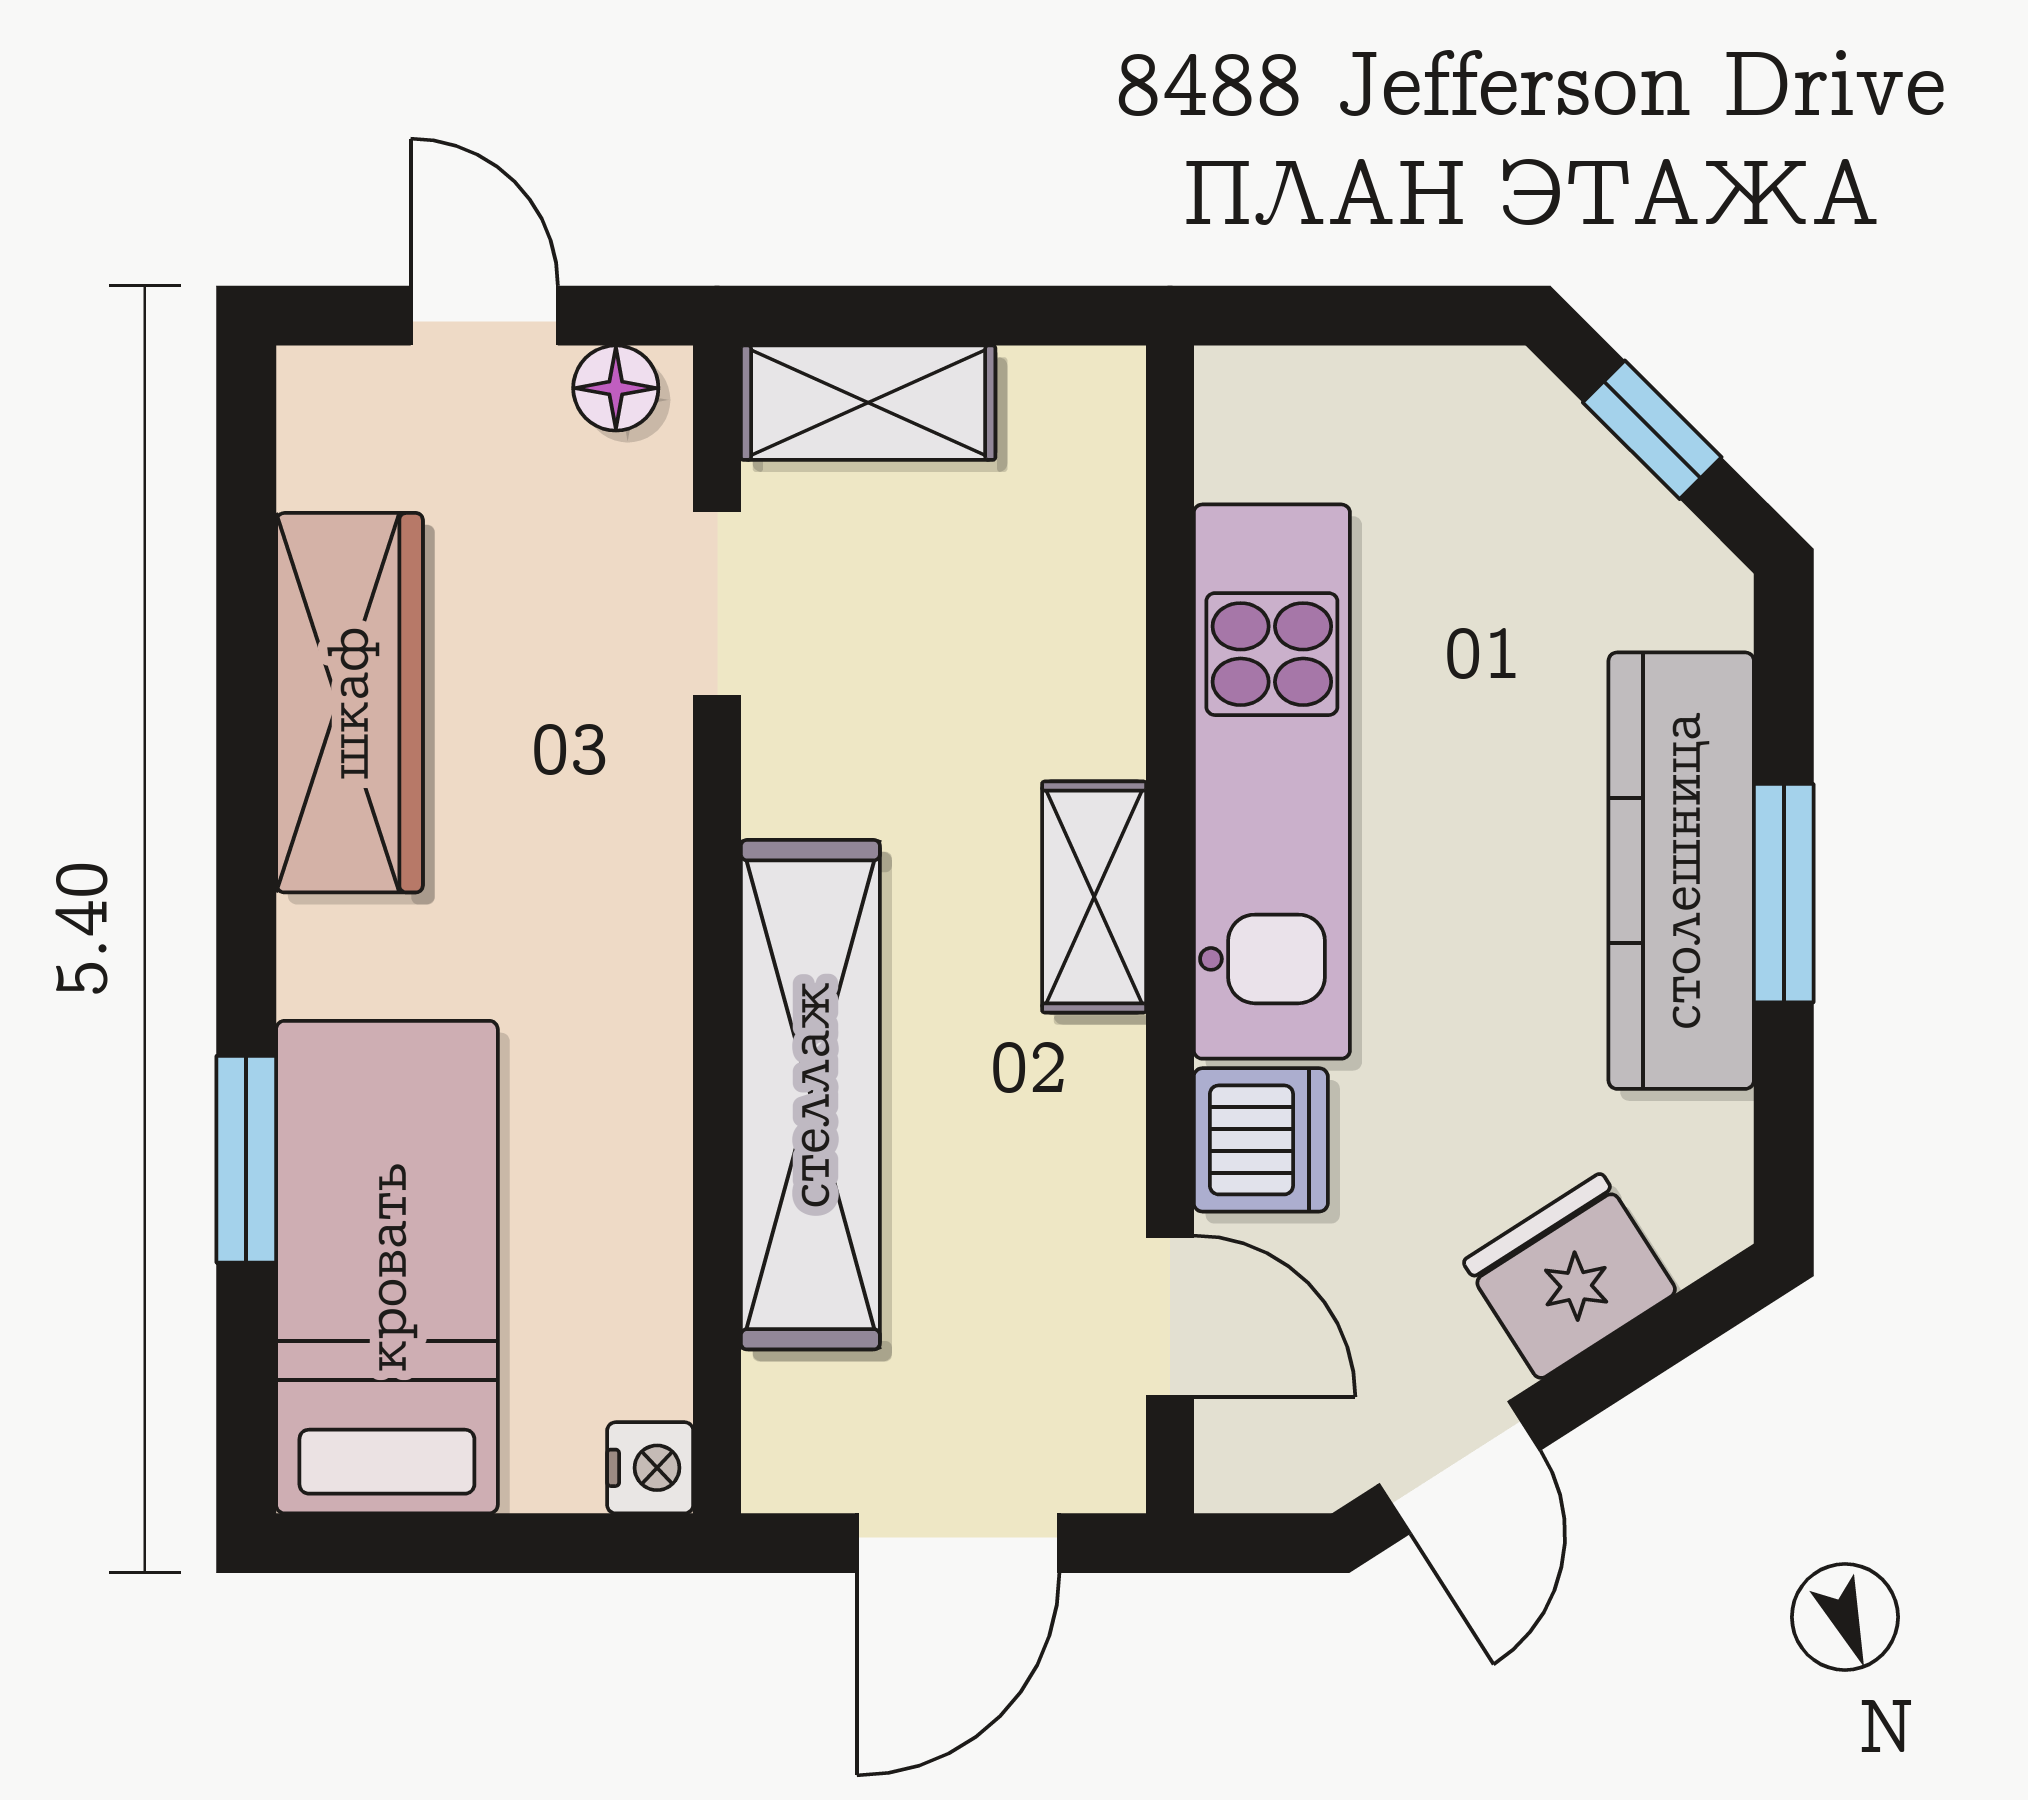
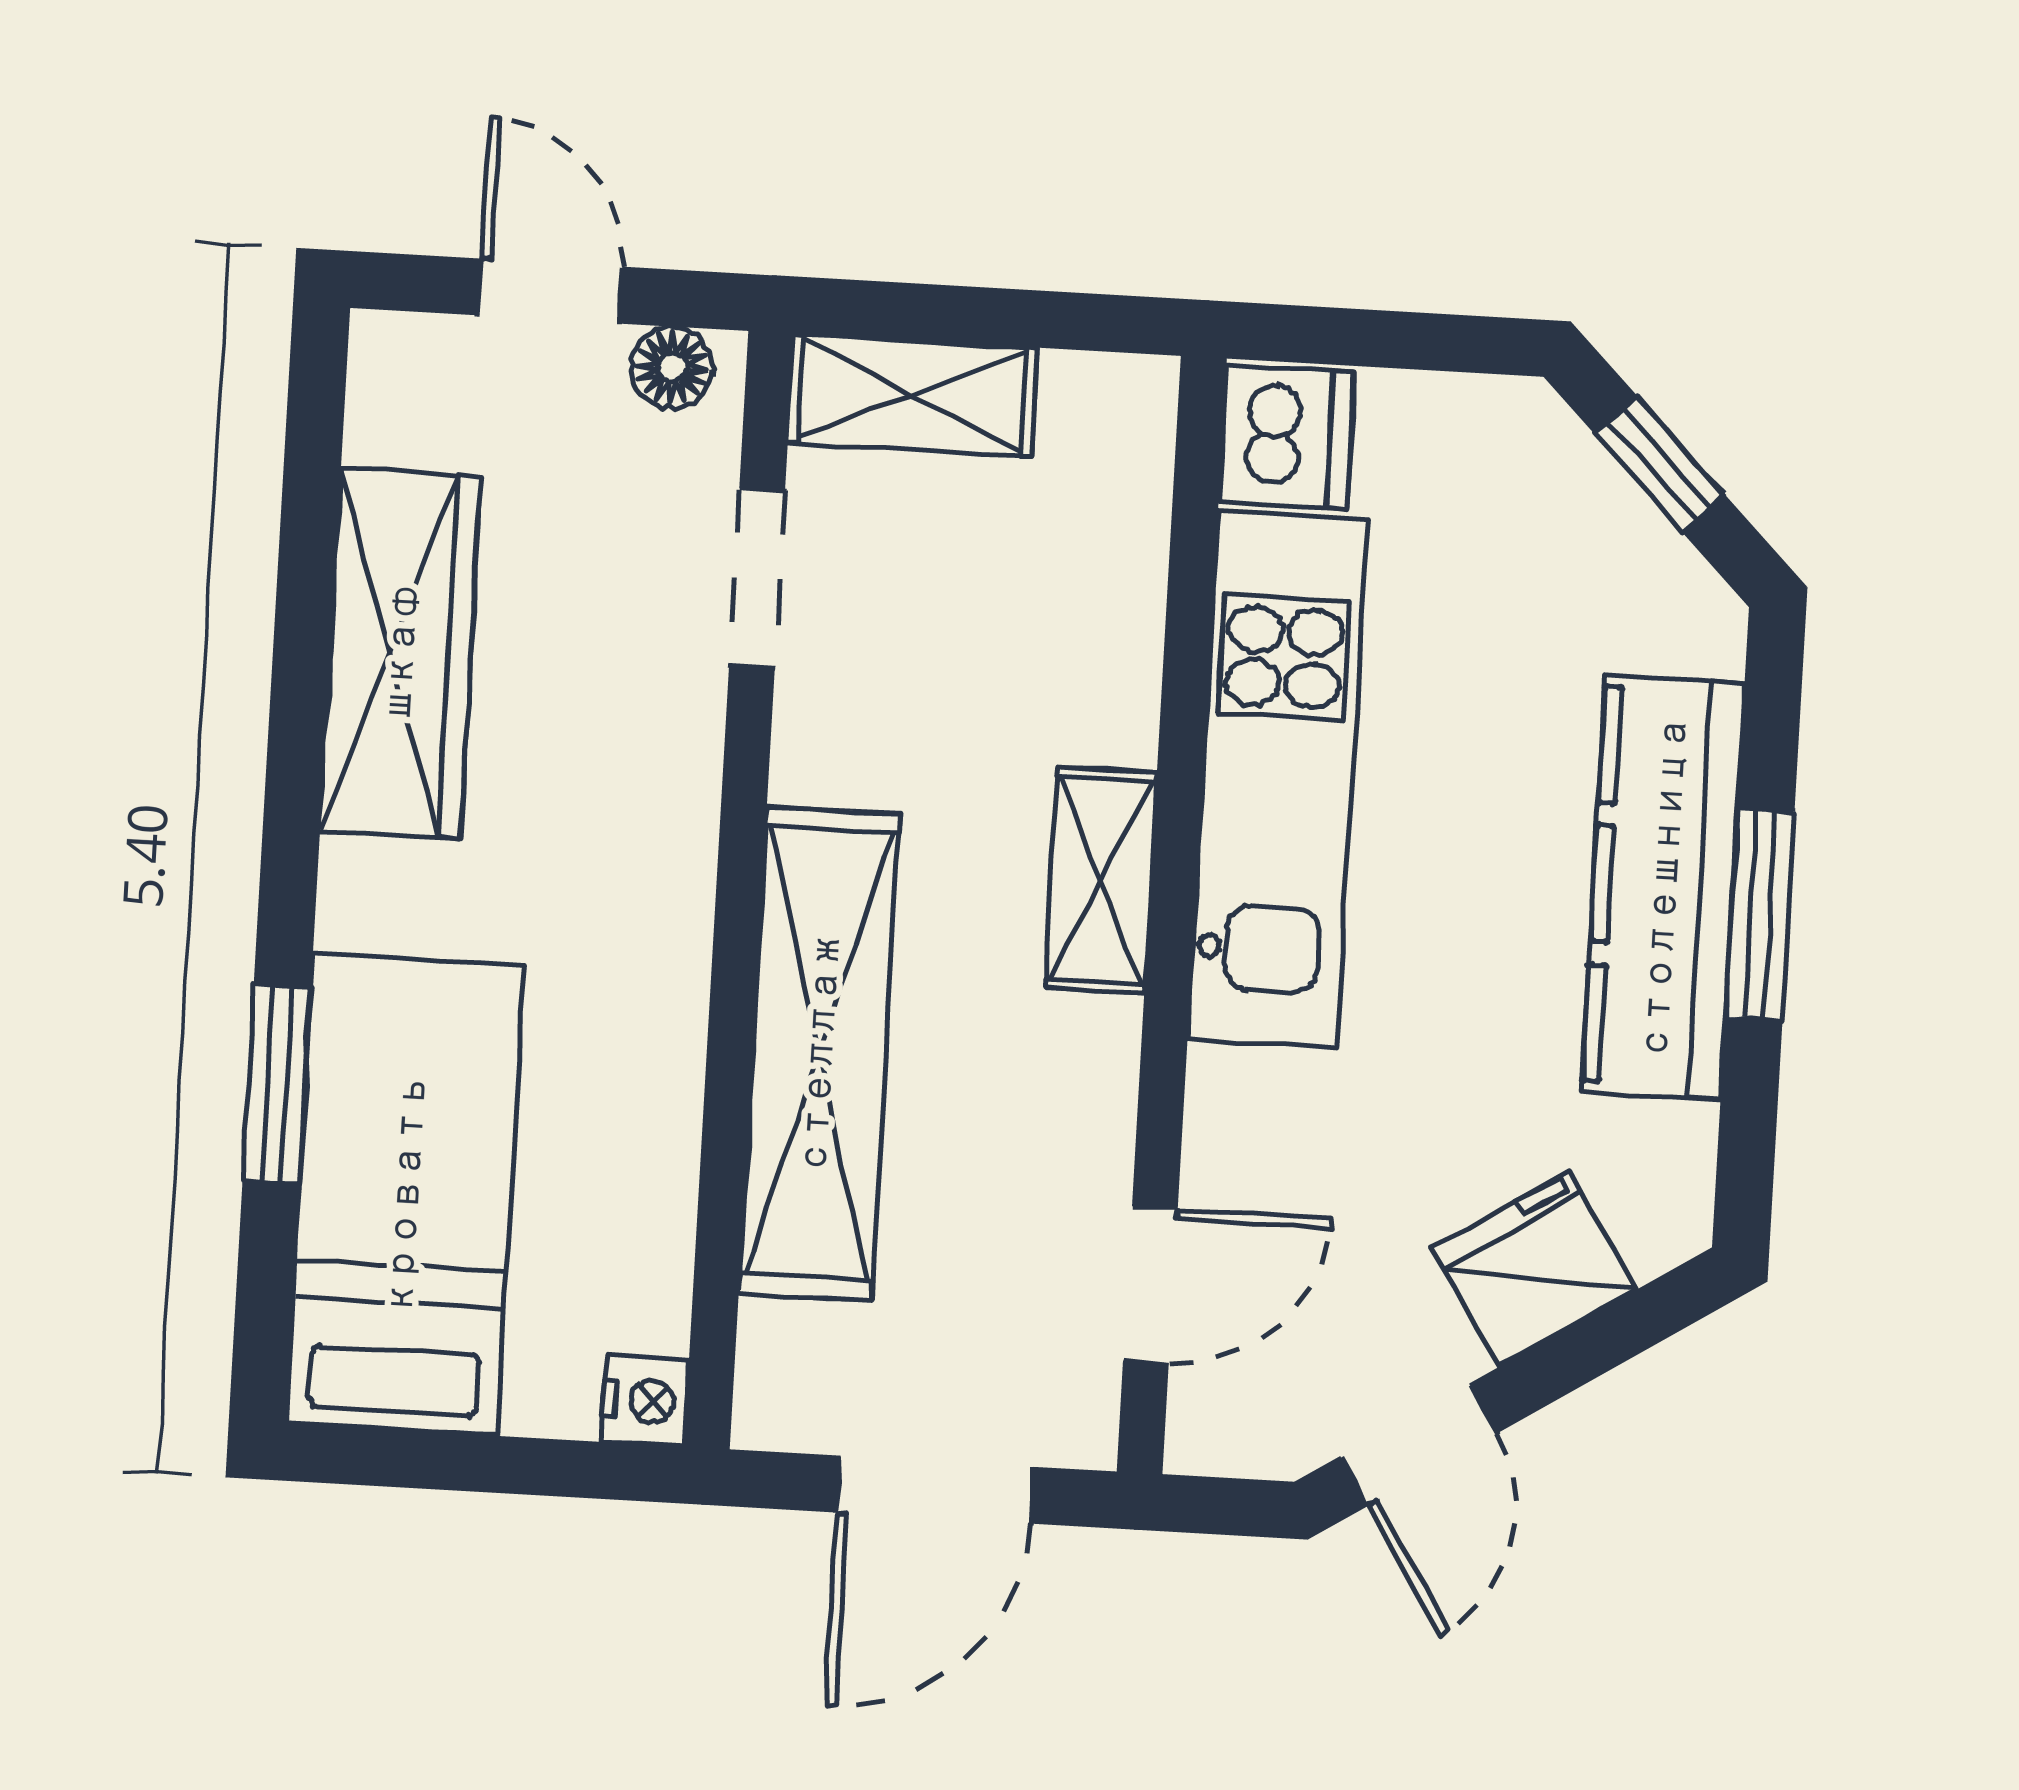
dishwasher: (1261, 1140) -> (1286, 437), moved
door: (1170, 1316) -> (1150, 1285), hinge flipped

